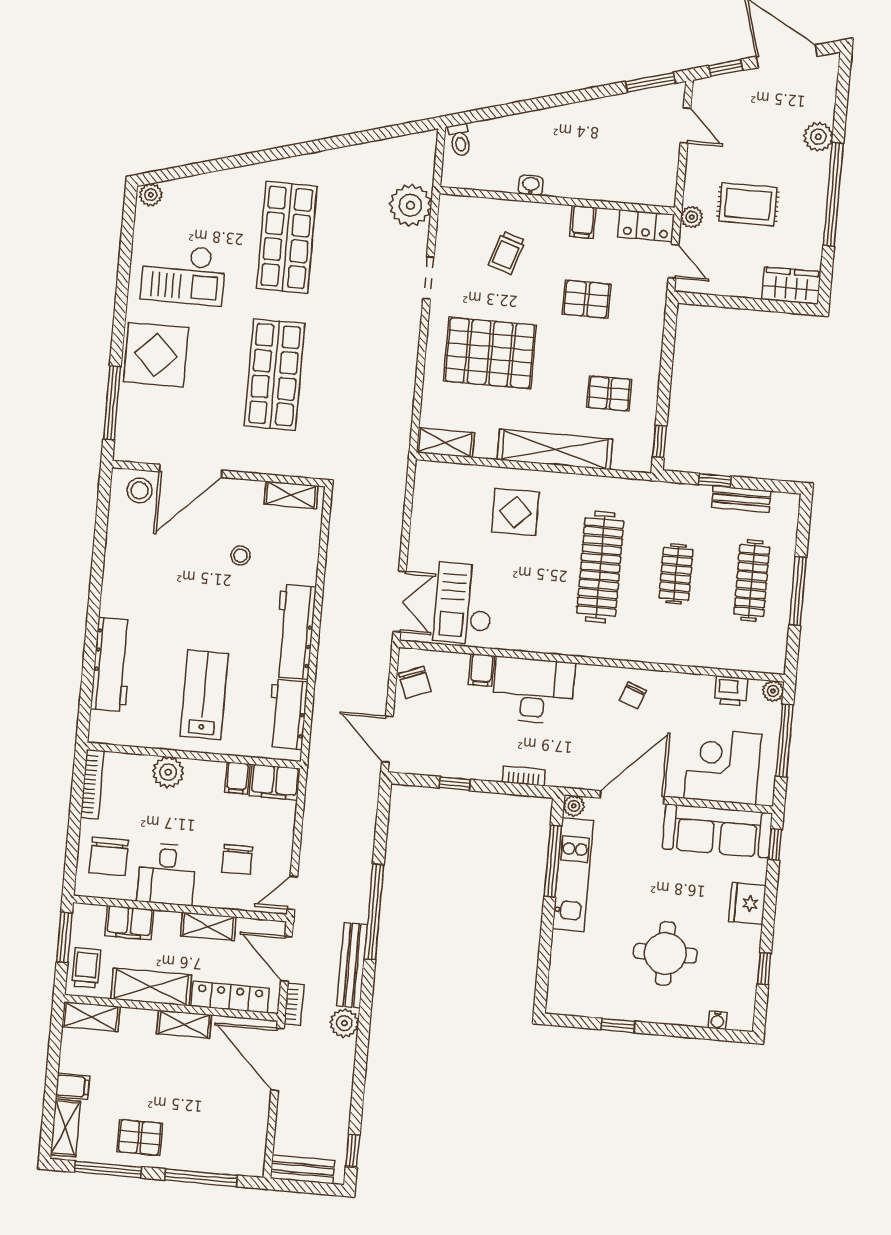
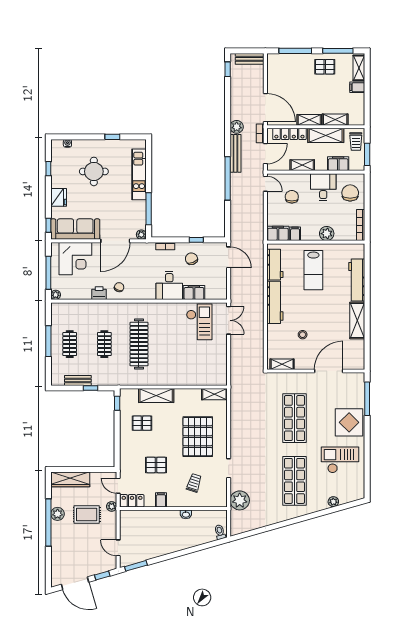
plant: (818, 137) -> (58, 514), moved
plant: (151, 195) -> (333, 502), moved
wardrobe: (791, 286) -> (70, 479), width x1.50
pallet: (490, 353) -> (198, 437), turned 90
shelving: (555, 450) -> (156, 395), width x0.68
stool: (140, 490) -> (351, 360), removed
display table: (515, 512) -> (180, 366), removed
shelving: (118, 576) -> (357, 320), added
clothes rail: (752, 581) -> (70, 344), width x0.73
double door: (400, 601) -> (229, 320), swing flipped
filing cabinet: (481, 670) -> (194, 293), width x2.00
chair: (415, 682) -> (191, 259), moved
desk: (533, 690) -> (169, 285), width x0.73
printer: (731, 691) -> (99, 293), moved
kitchen unit: (573, 875) -> (139, 174), moved
door: (292, 893) -> (265, 184), hinge flipped
door: (287, 959) -> (265, 154), hinge flipped
shelving: (91, 1017) -> (335, 120), moved

